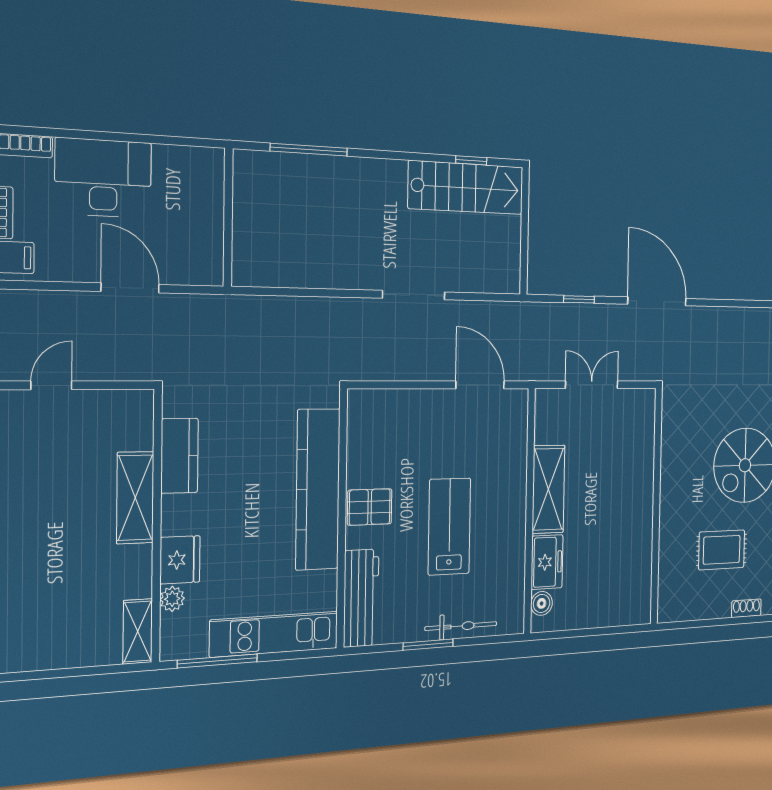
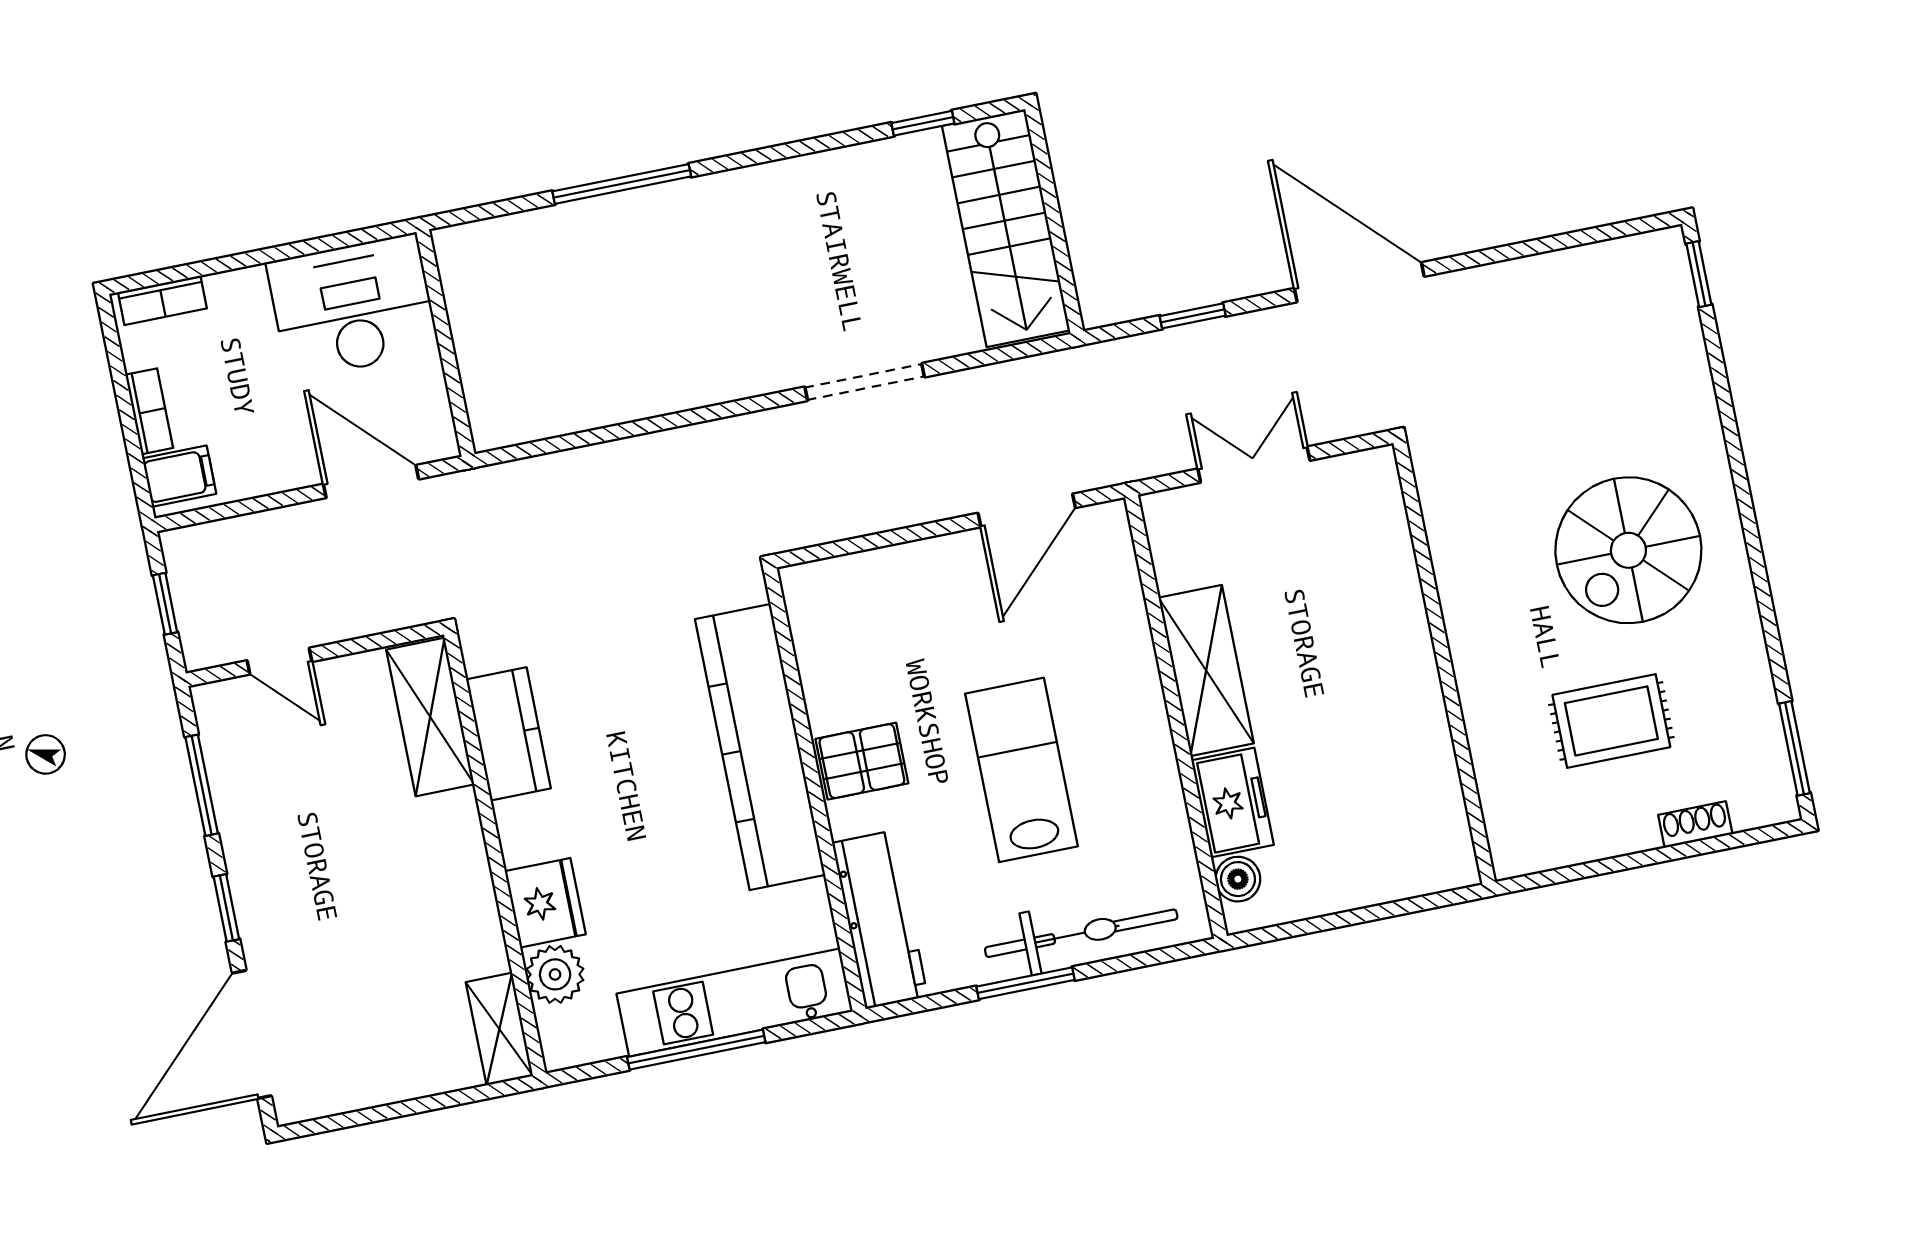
desk: (103, 178) -> (353, 307), moved
stairs: (466, 188) -> (1006, 228), moved, turned 90
wall: (228, 217) -> (445, 343), moved
door: (51, 385) -> (279, 661), swing flipped
door: (480, 385) -> (1027, 510), swing flipped
shelving: (135, 498) -> (430, 717), moved
plant: (172, 599) -> (555, 974), width x1.38, depth x1.38
bicycle: (461, 626) -> (1081, 933), width x1.37, depth x1.40
window: (218, 661) -> (696, 1050), moved

